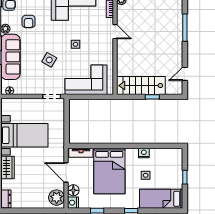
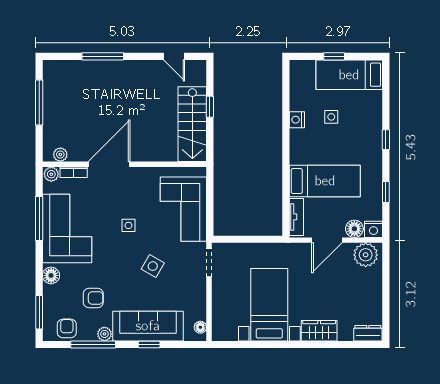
door: (115, 32) -> (109, 164), width x1.88
bed: (109, 171) -> (325, 181), width x0.67
bed: (161, 199) -> (349, 75), moved, turned 90

